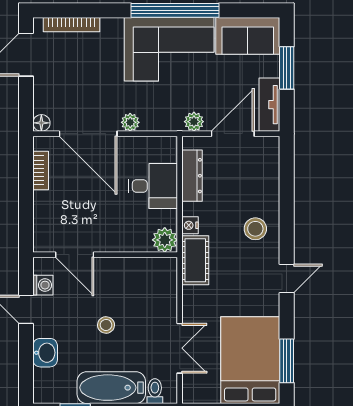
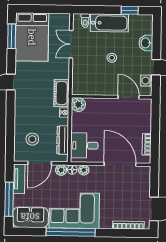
window: (287, 68) -> (9, 199), width x1.44
plant: (130, 122) -> (84, 170), moved
floor lamp: (41, 123) -> (72, 170), moved
desk: (153, 186) -> (84, 146), moved
stool: (255, 229) -> (32, 139), moved

